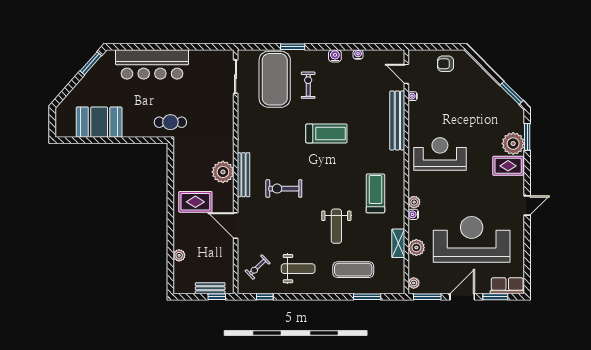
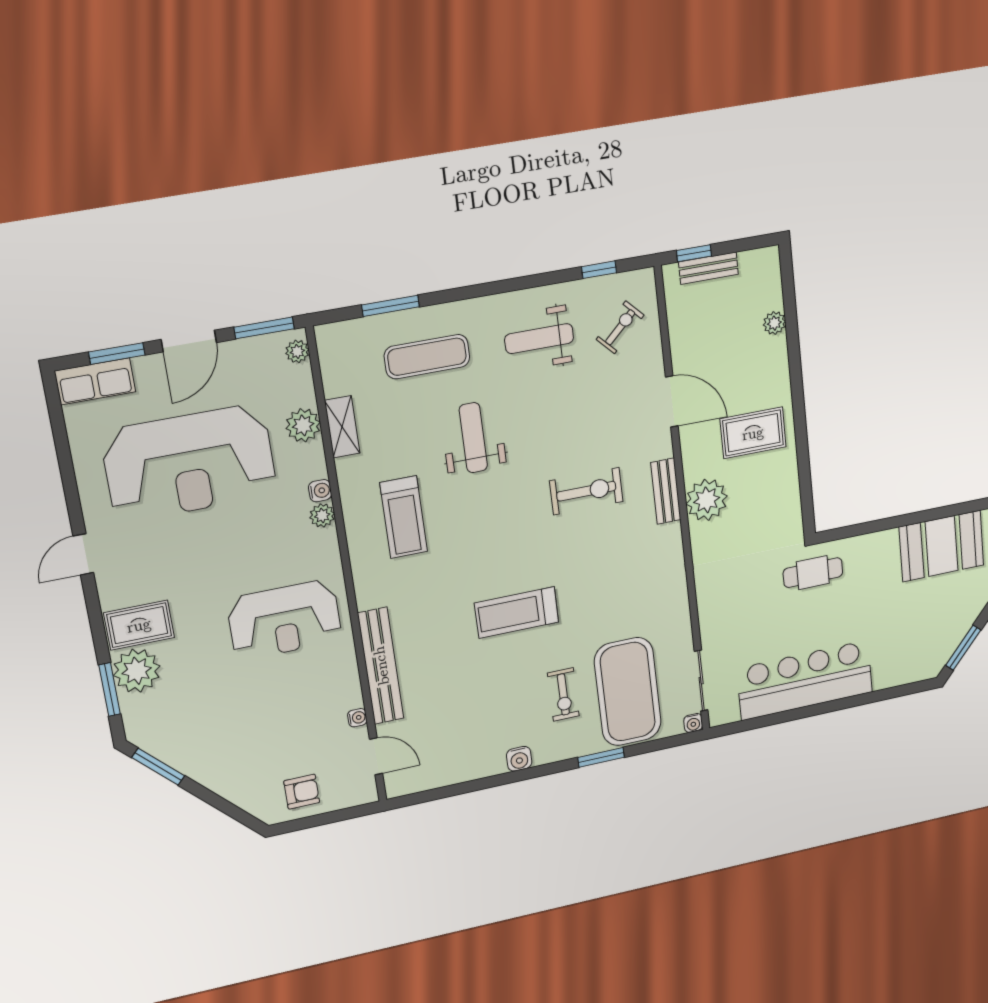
water cooler: (358, 54) -> (693, 723), moved
bar counter: (152, 64) -> (805, 680), moved
bench: (244, 175) -> (666, 491), width x0.73

